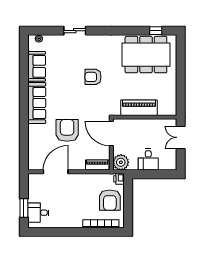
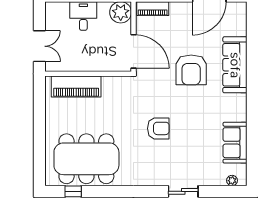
sofa: (37, 103) -> (235, 65), moved
piano: (139, 108) -> (76, 87), moved
armchair: (67, 130) -> (191, 70), moved

